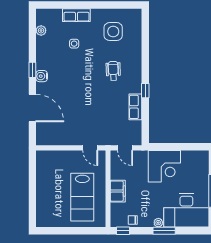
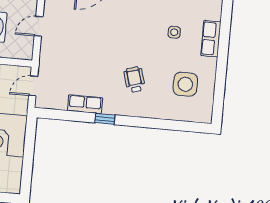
wheelchair: (113, 71) -> (134, 80), turned -104
door: (90, 148) -> (39, 26), moved

